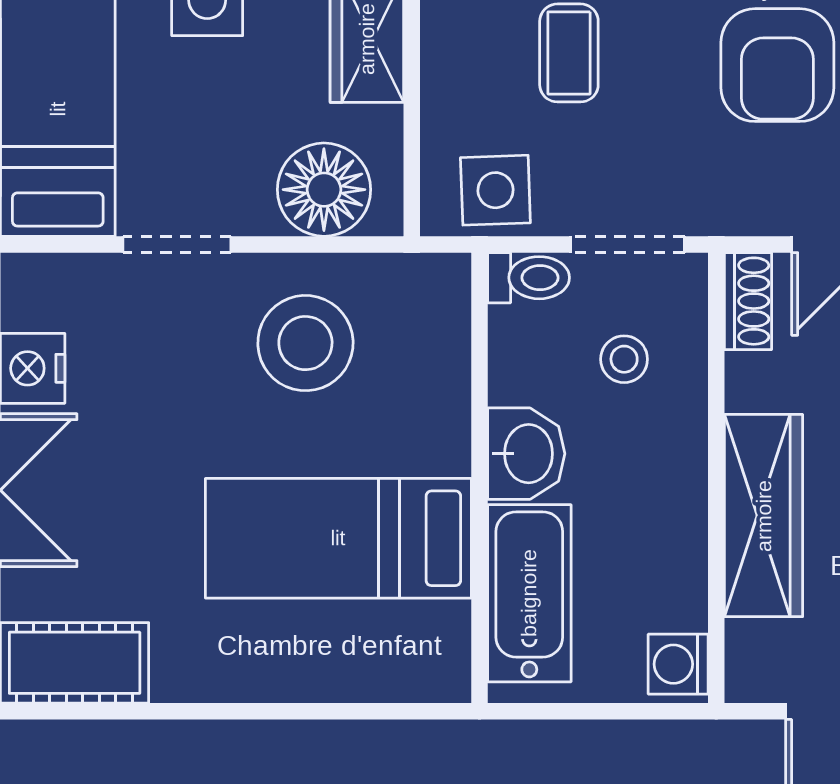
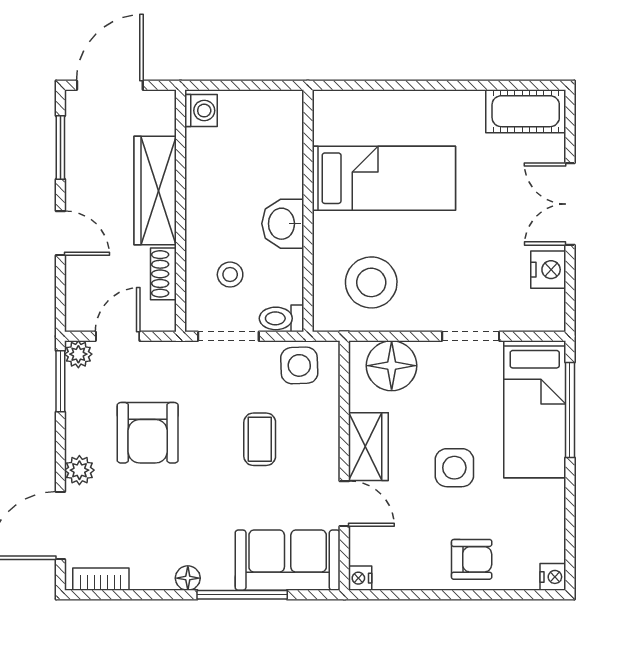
armchair: (777, 65) -> (148, 433), turned 180
shoe rack: (748, 301) -> (163, 274), moved
stool: (305, 343) -> (371, 282), moved
bathtub: (529, 593) -> (281, 149), removed

